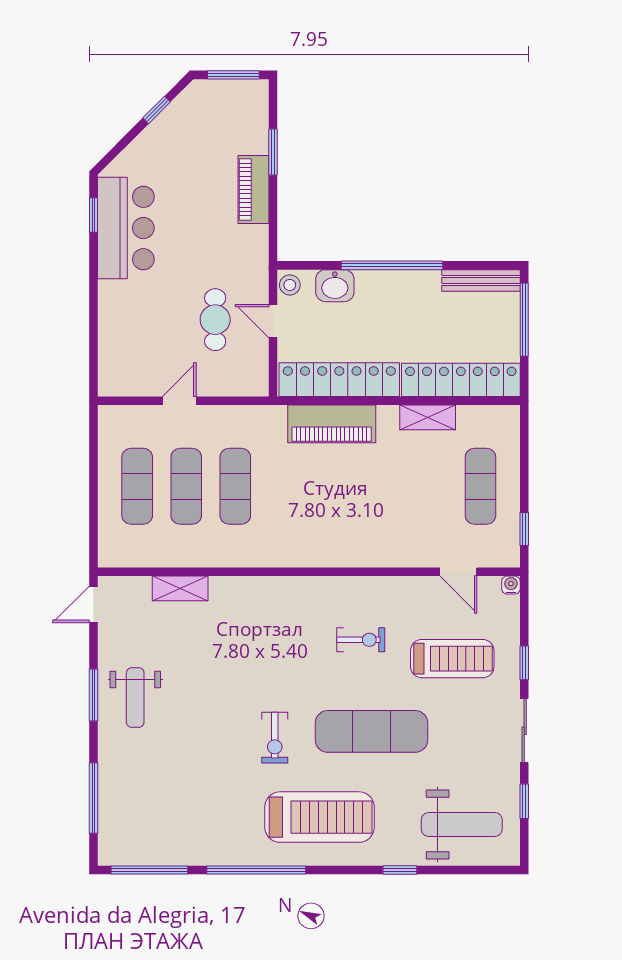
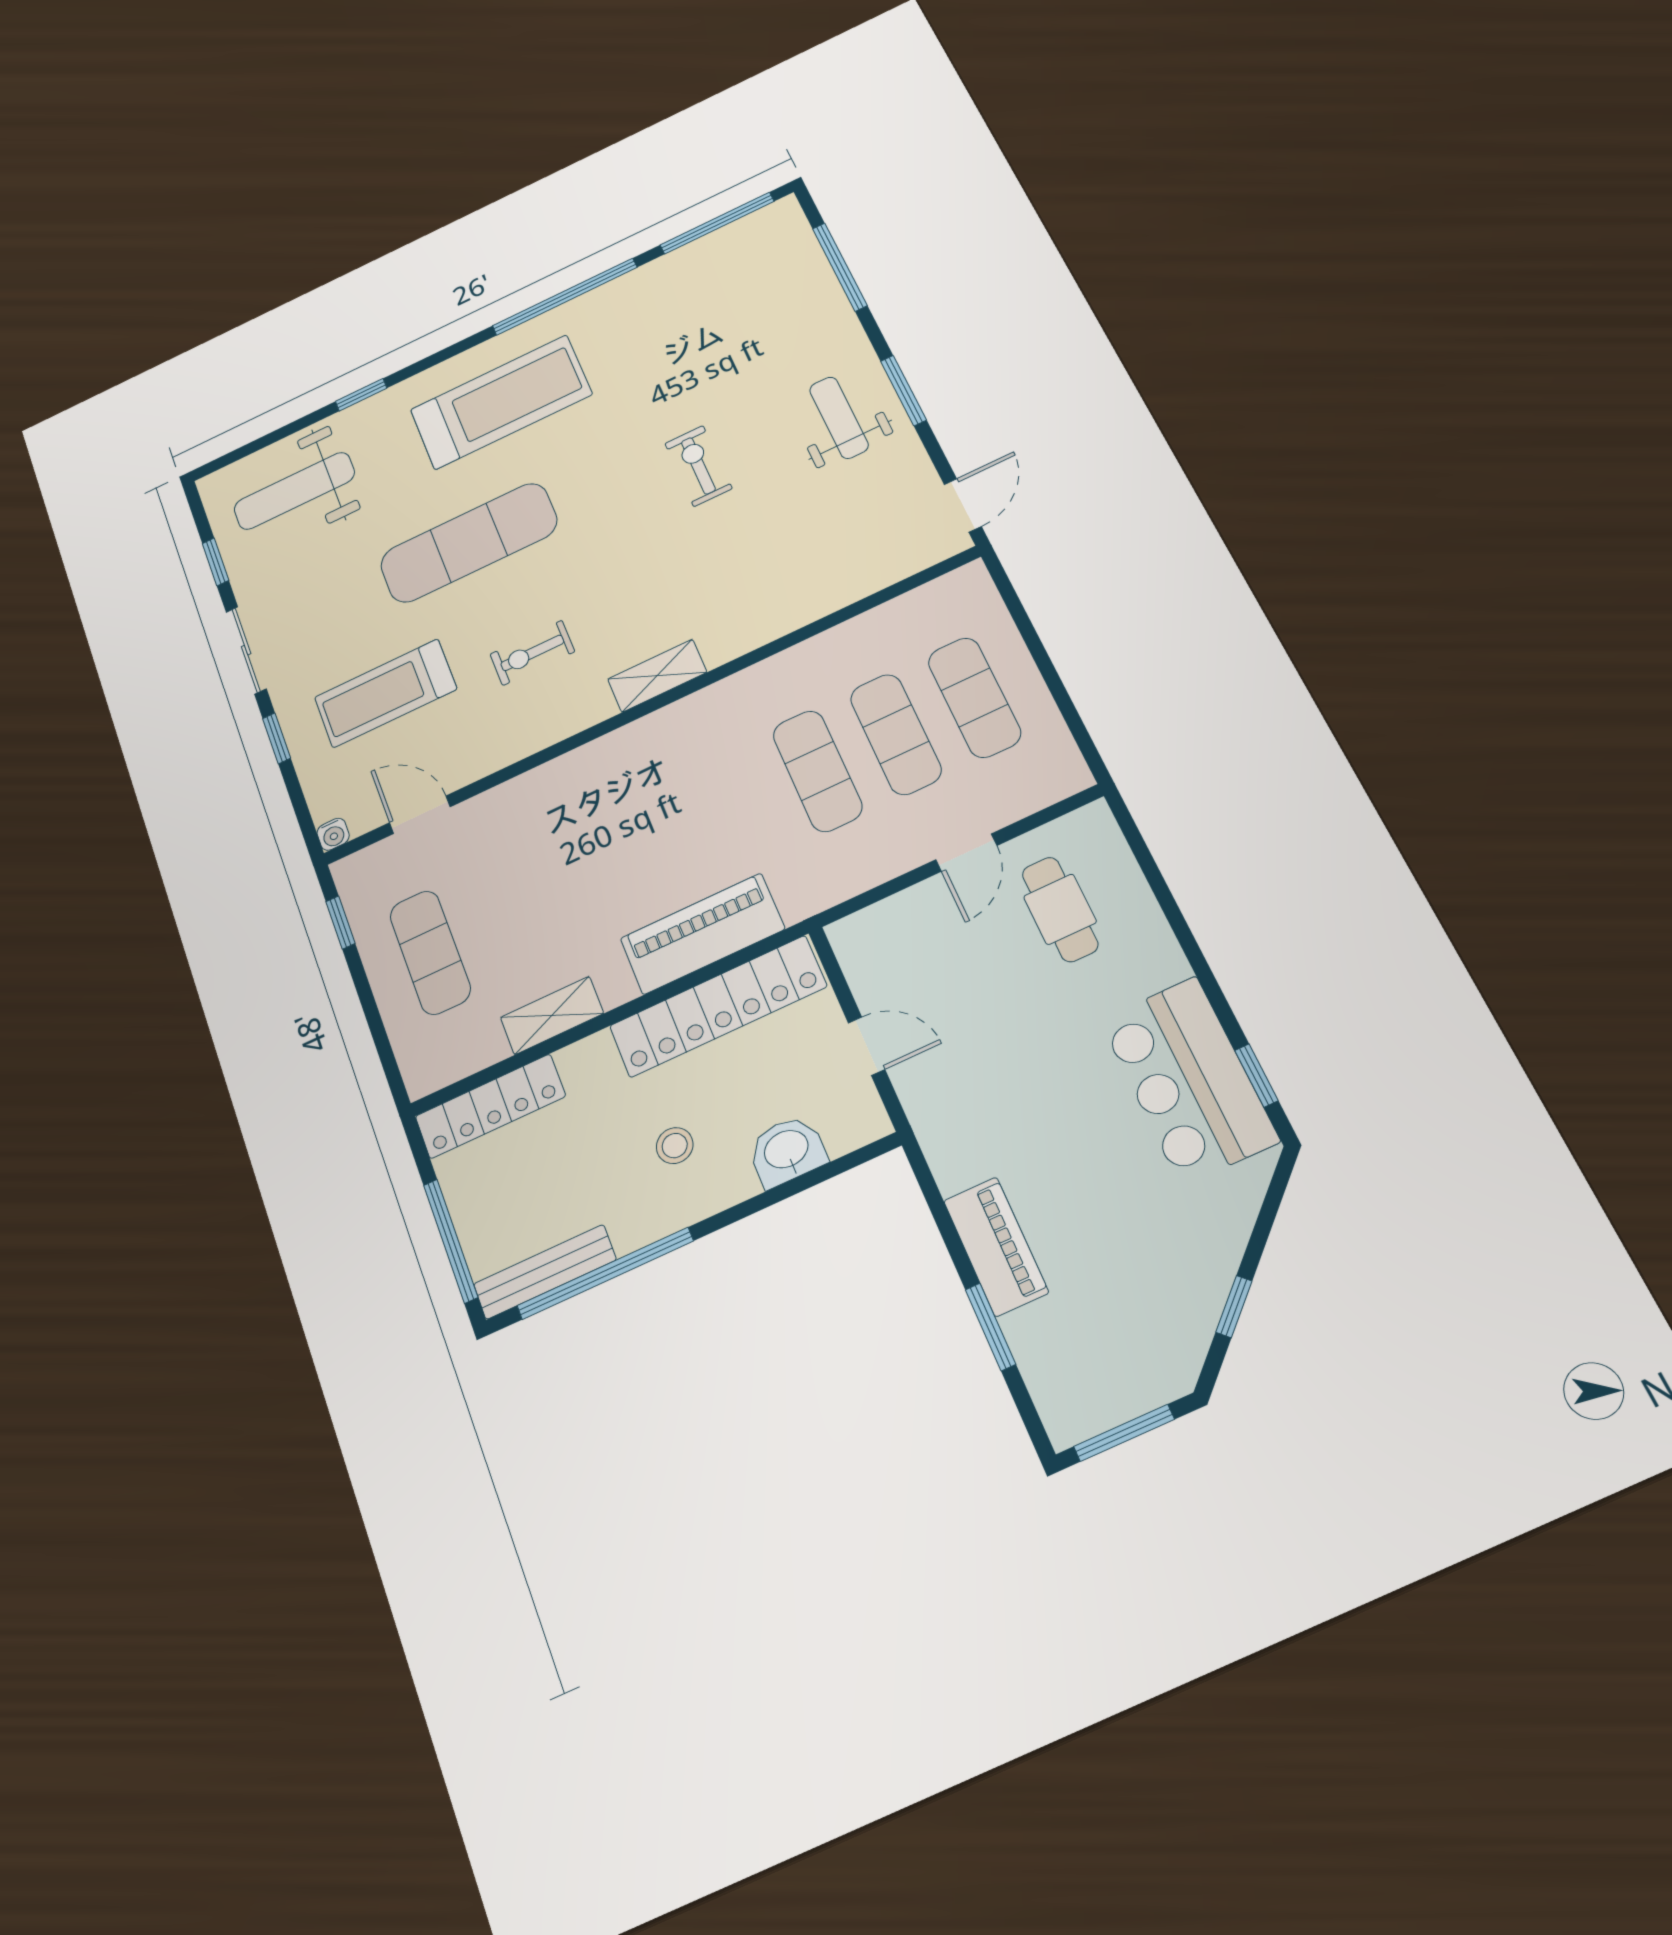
window: (392, 265) -> (605, 1273), moved
stool: (290, 285) -> (675, 1146), moved
cafe table: (215, 320) -> (1060, 909), moved
locker: (461, 380) -> (490, 1106), width x0.71, depth x0.83
shelving: (180, 588) -> (657, 676), moved
exercise bike: (275, 738) -> (698, 466), moved
treadmill: (320, 817) -> (501, 402), turned 180

